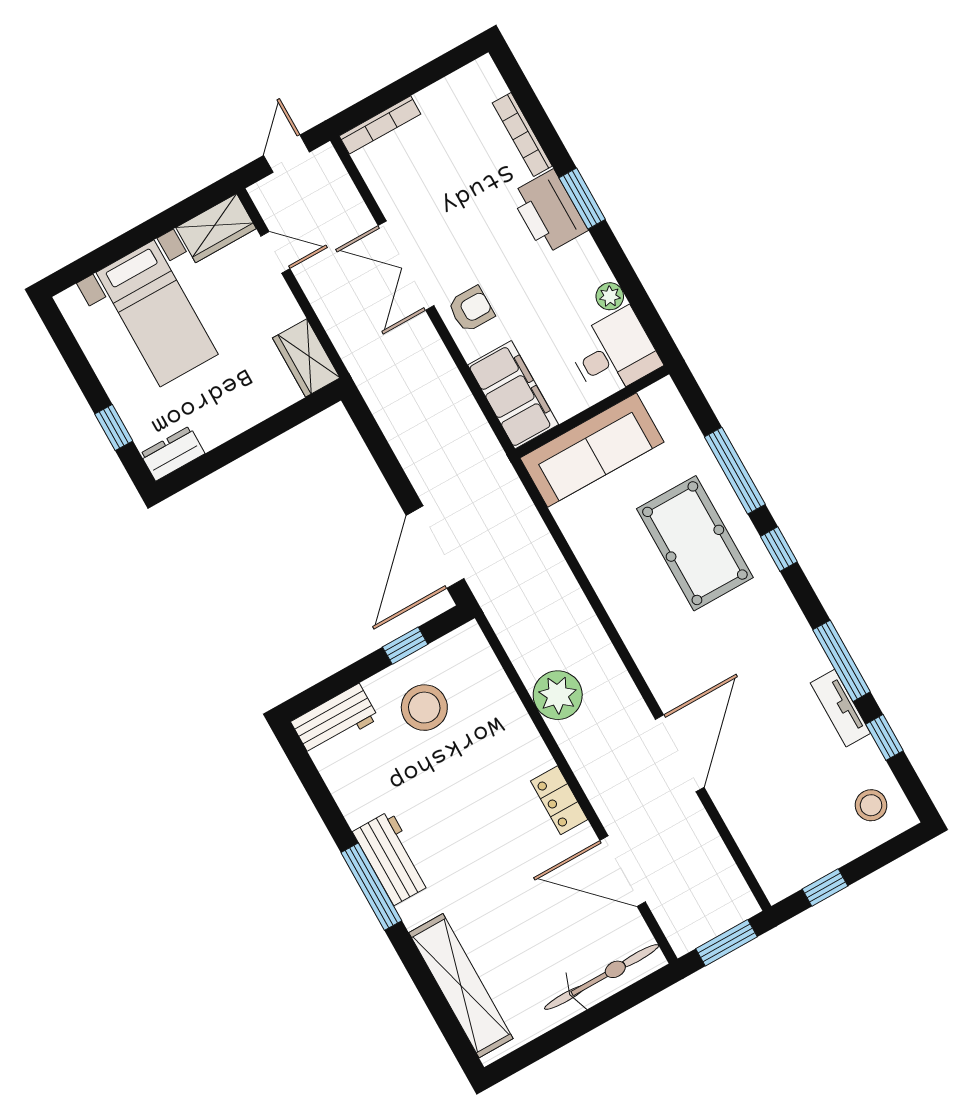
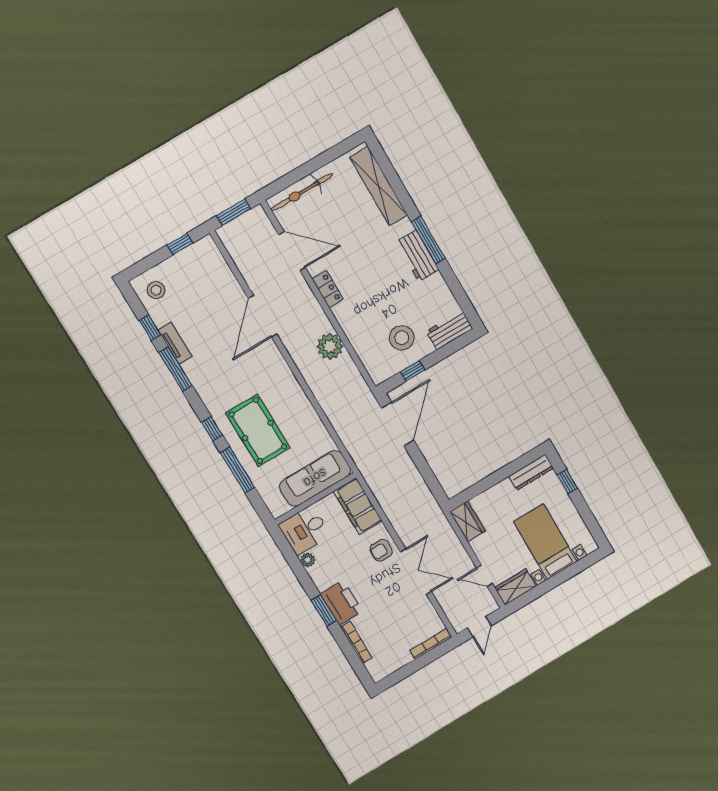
dresser: (173, 454) -> (531, 472), width x1.44

